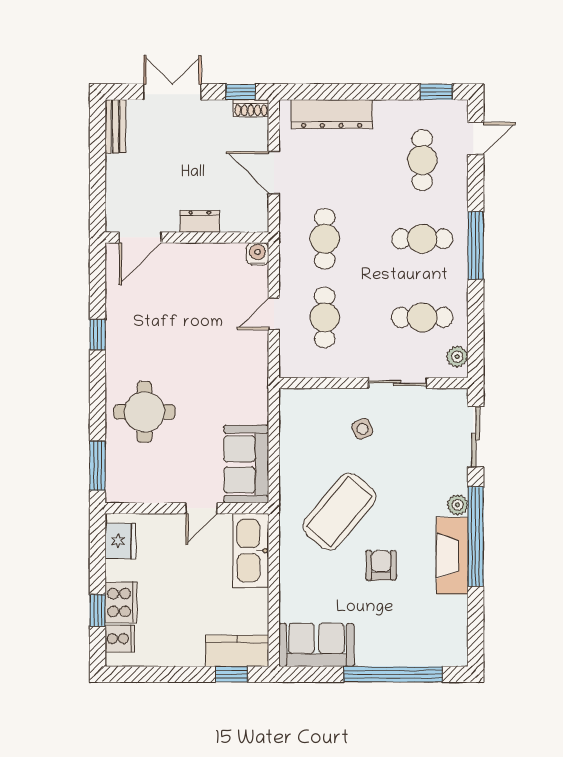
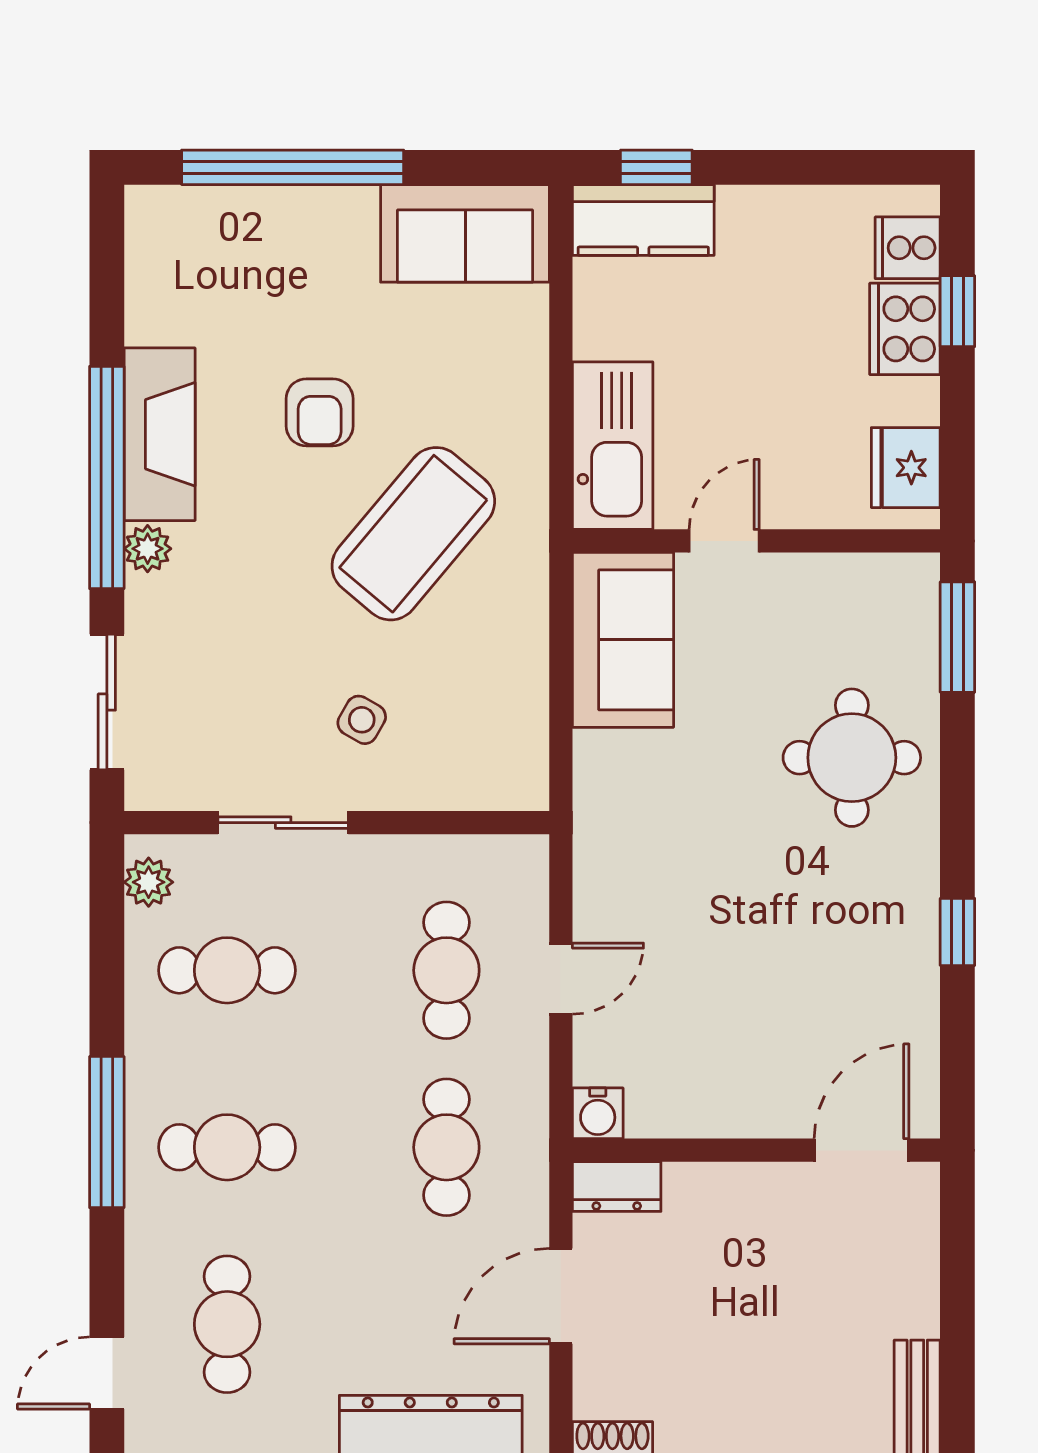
door: (274, 173) -> (561, 1296), swing flipped
dresser: (200, 221) -> (617, 1187), moved
side table: (362, 429) -> (362, 720), turned -37

